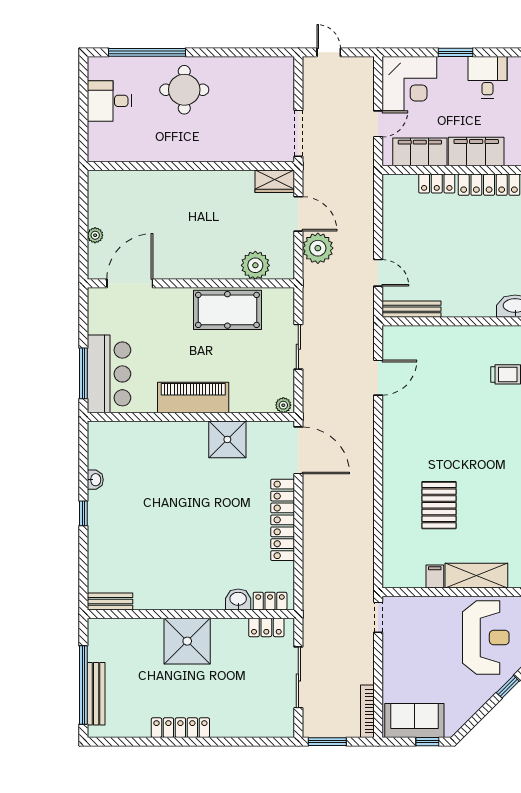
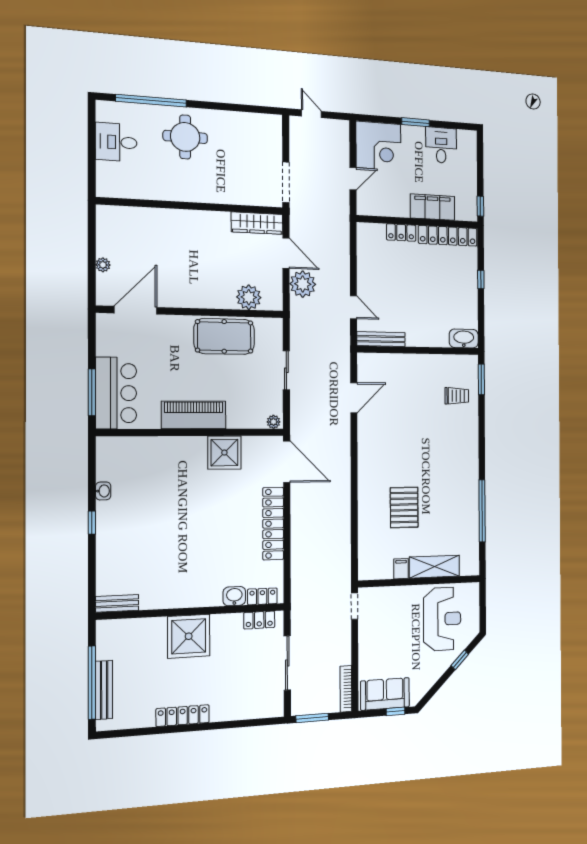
filing cabinet: (420, 152) -> (387, 205), removed
wardrobe: (275, 181) -> (257, 223), width x1.50

